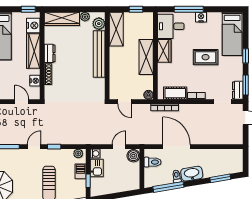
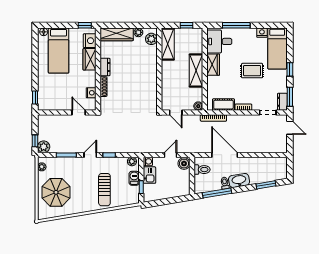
nightstand: (201, 17) -> (262, 33), moved
wardrobe: (33, 51) -> (90, 59), width x0.67
bench: (99, 54) -> (152, 68), removed

